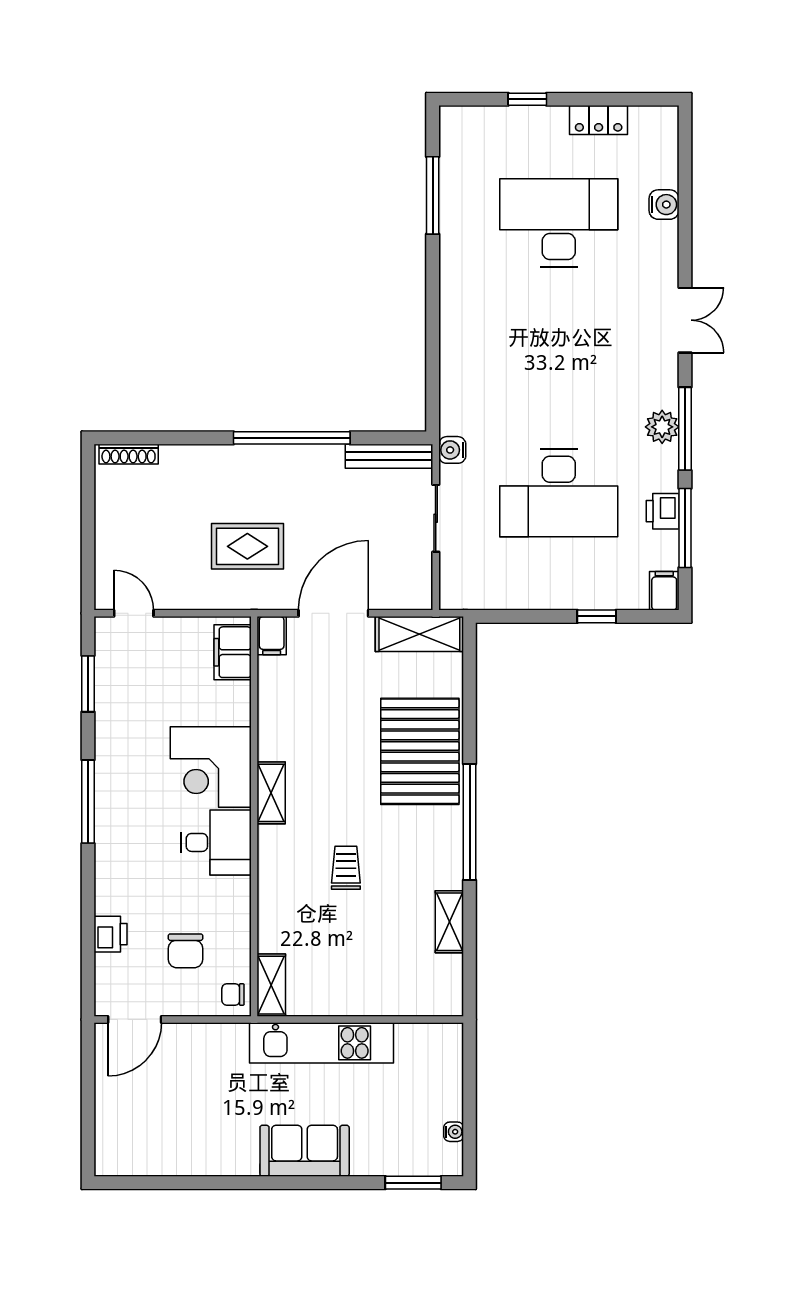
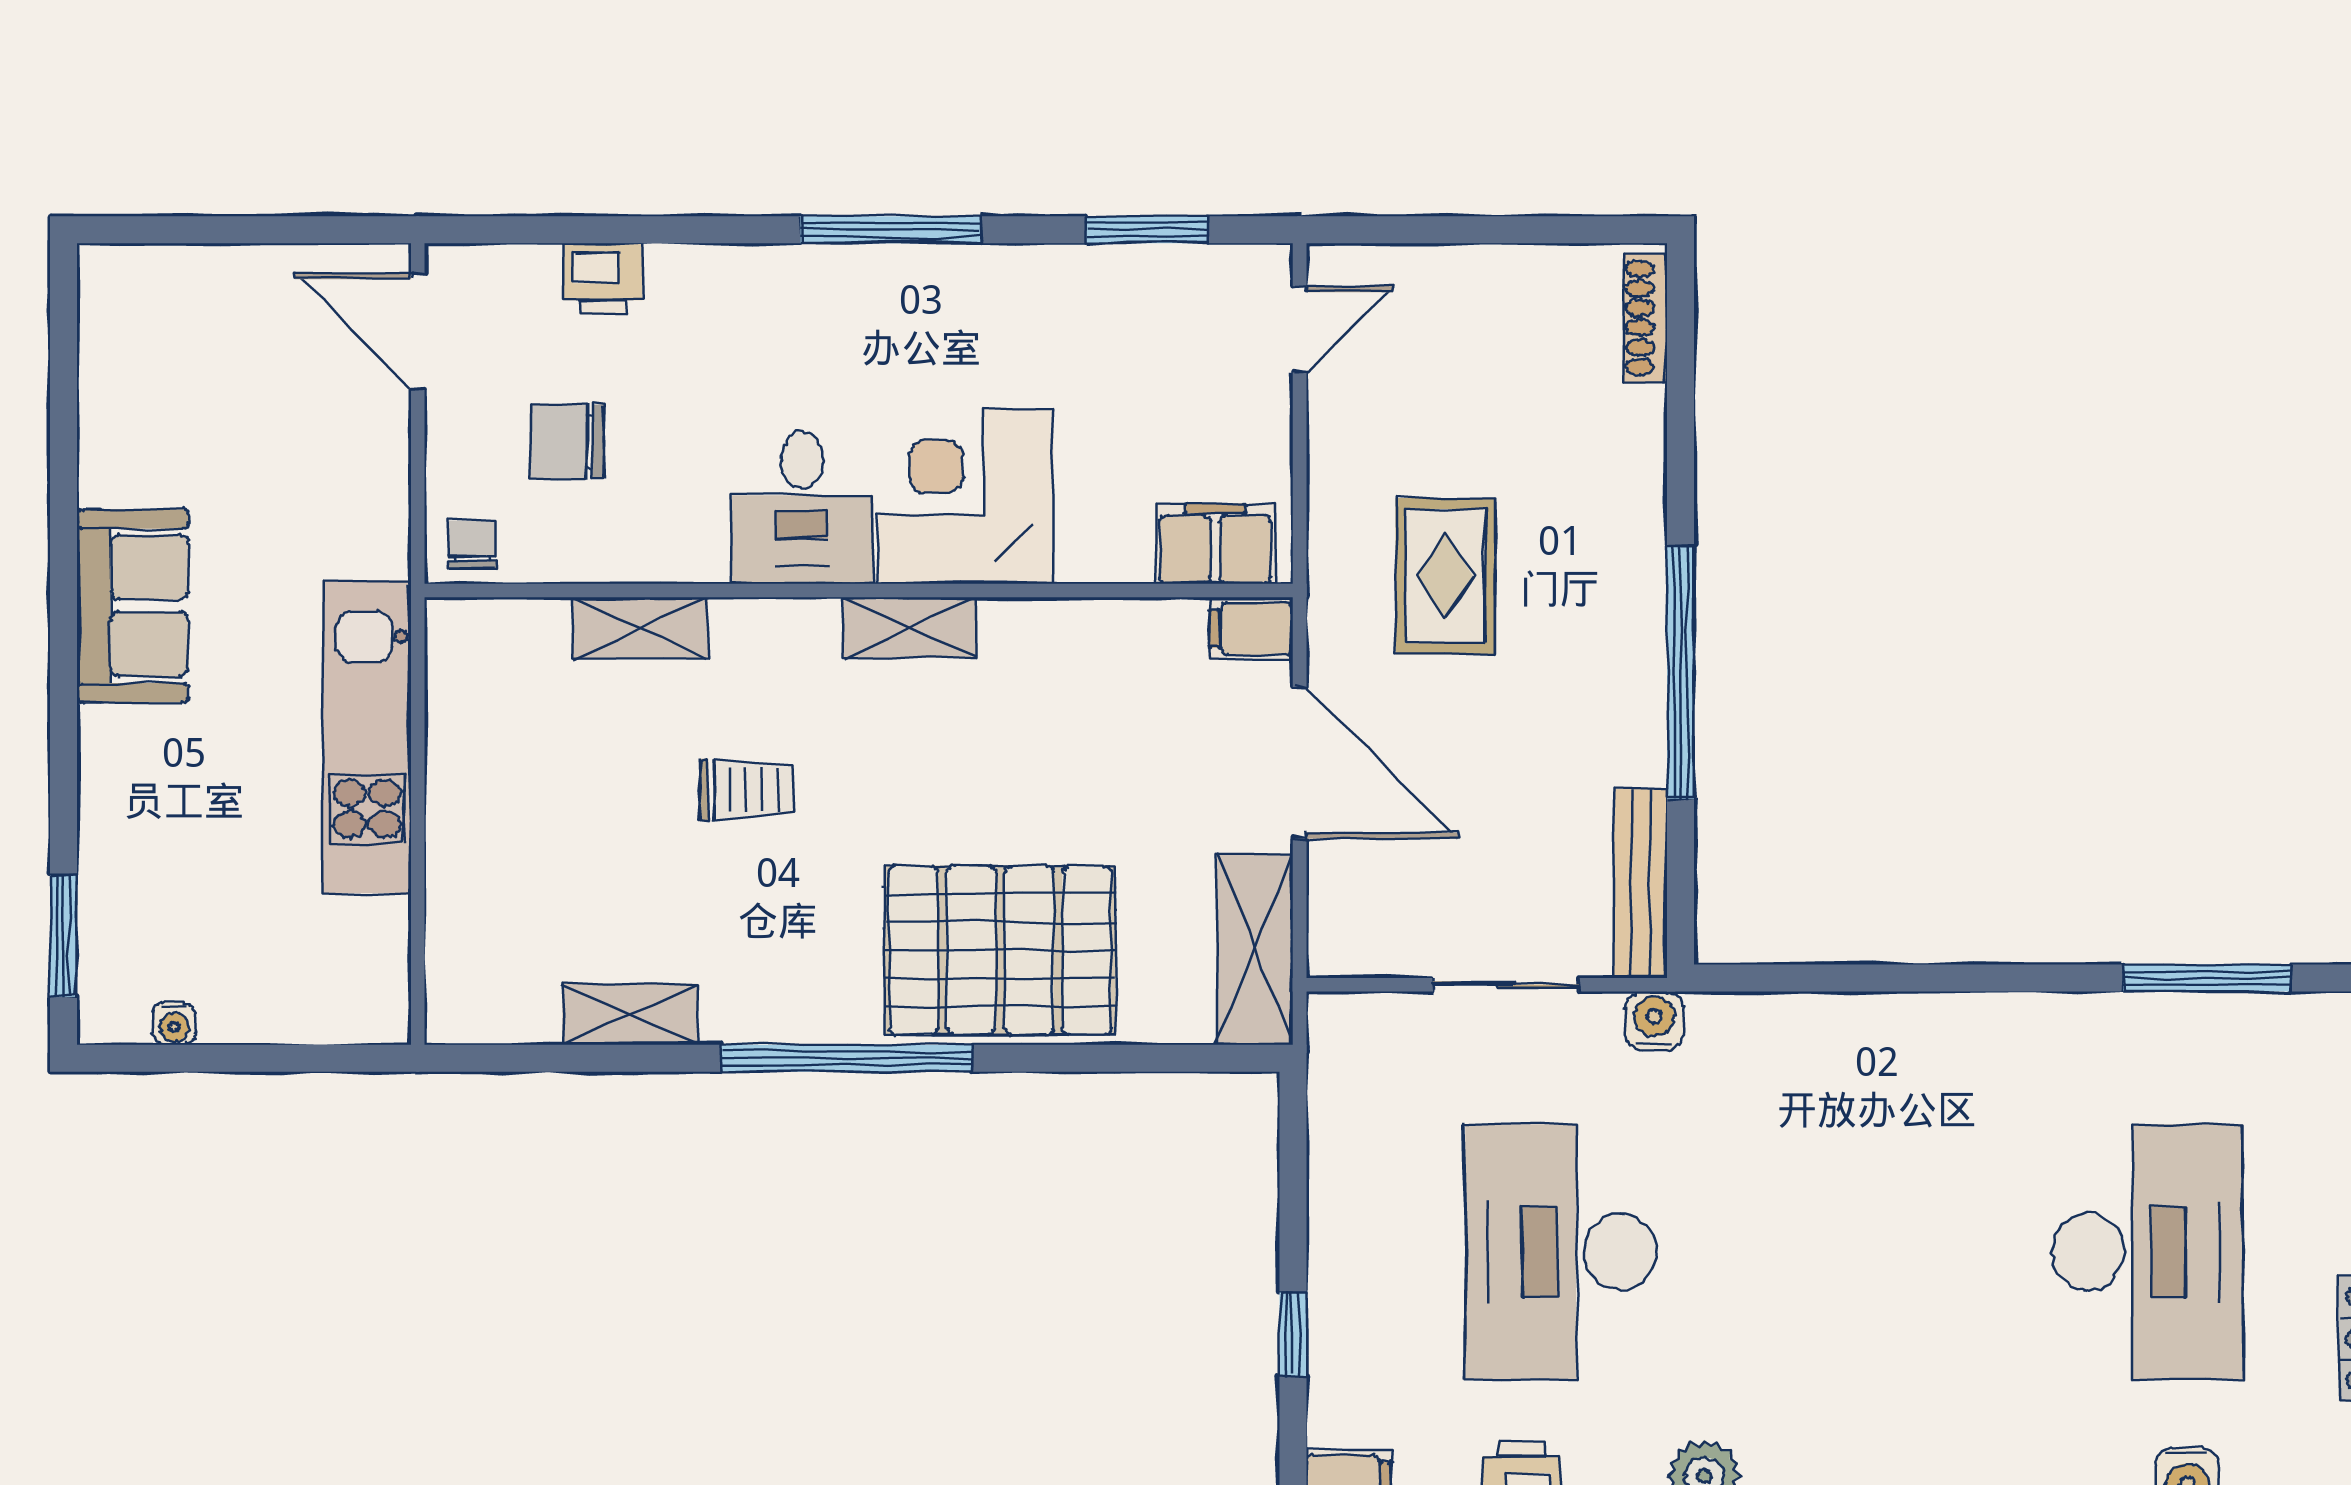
shelving: (271, 985) -> (640, 628), moved
sofa: (305, 1151) -> (133, 606), moved

